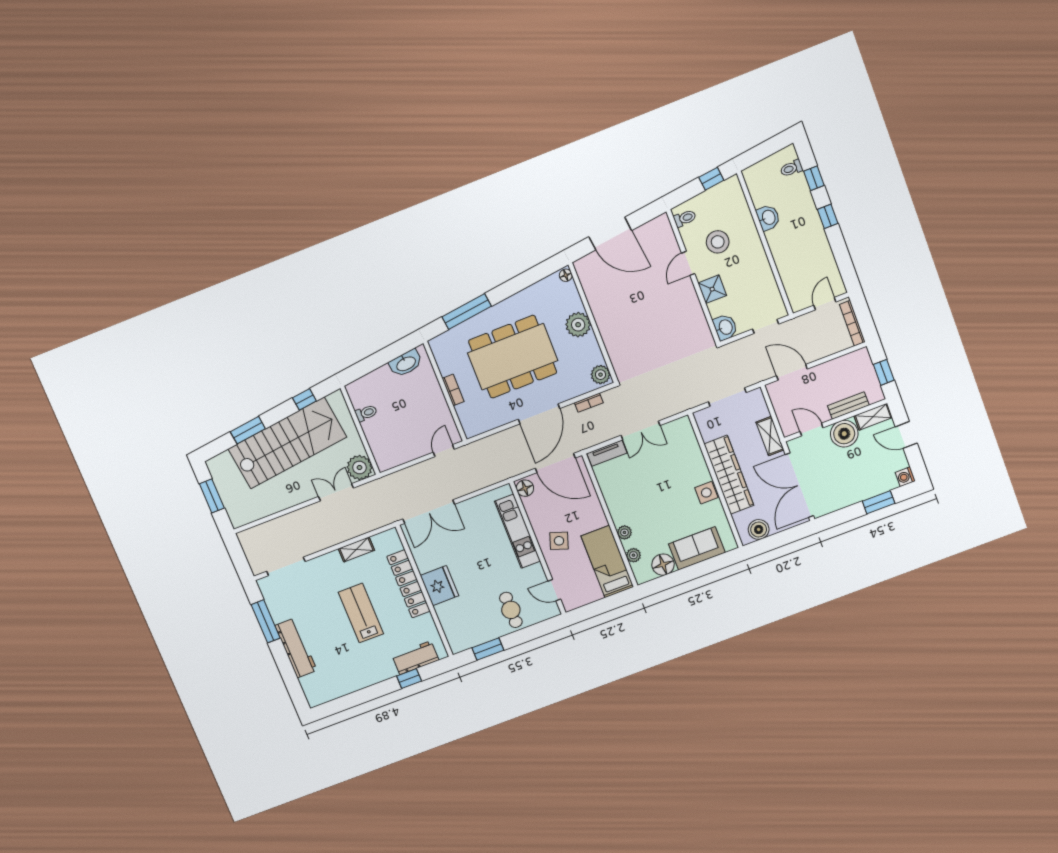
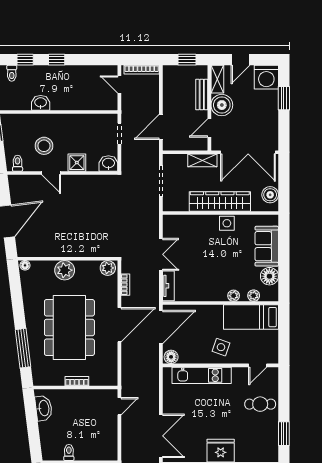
door: (539, 414) -> (119, 325), hinge flipped
door: (444, 451) -> (119, 406), swing flipped
washing machine: (905, 477) -> (266, 77), width x1.89, depth x1.89

